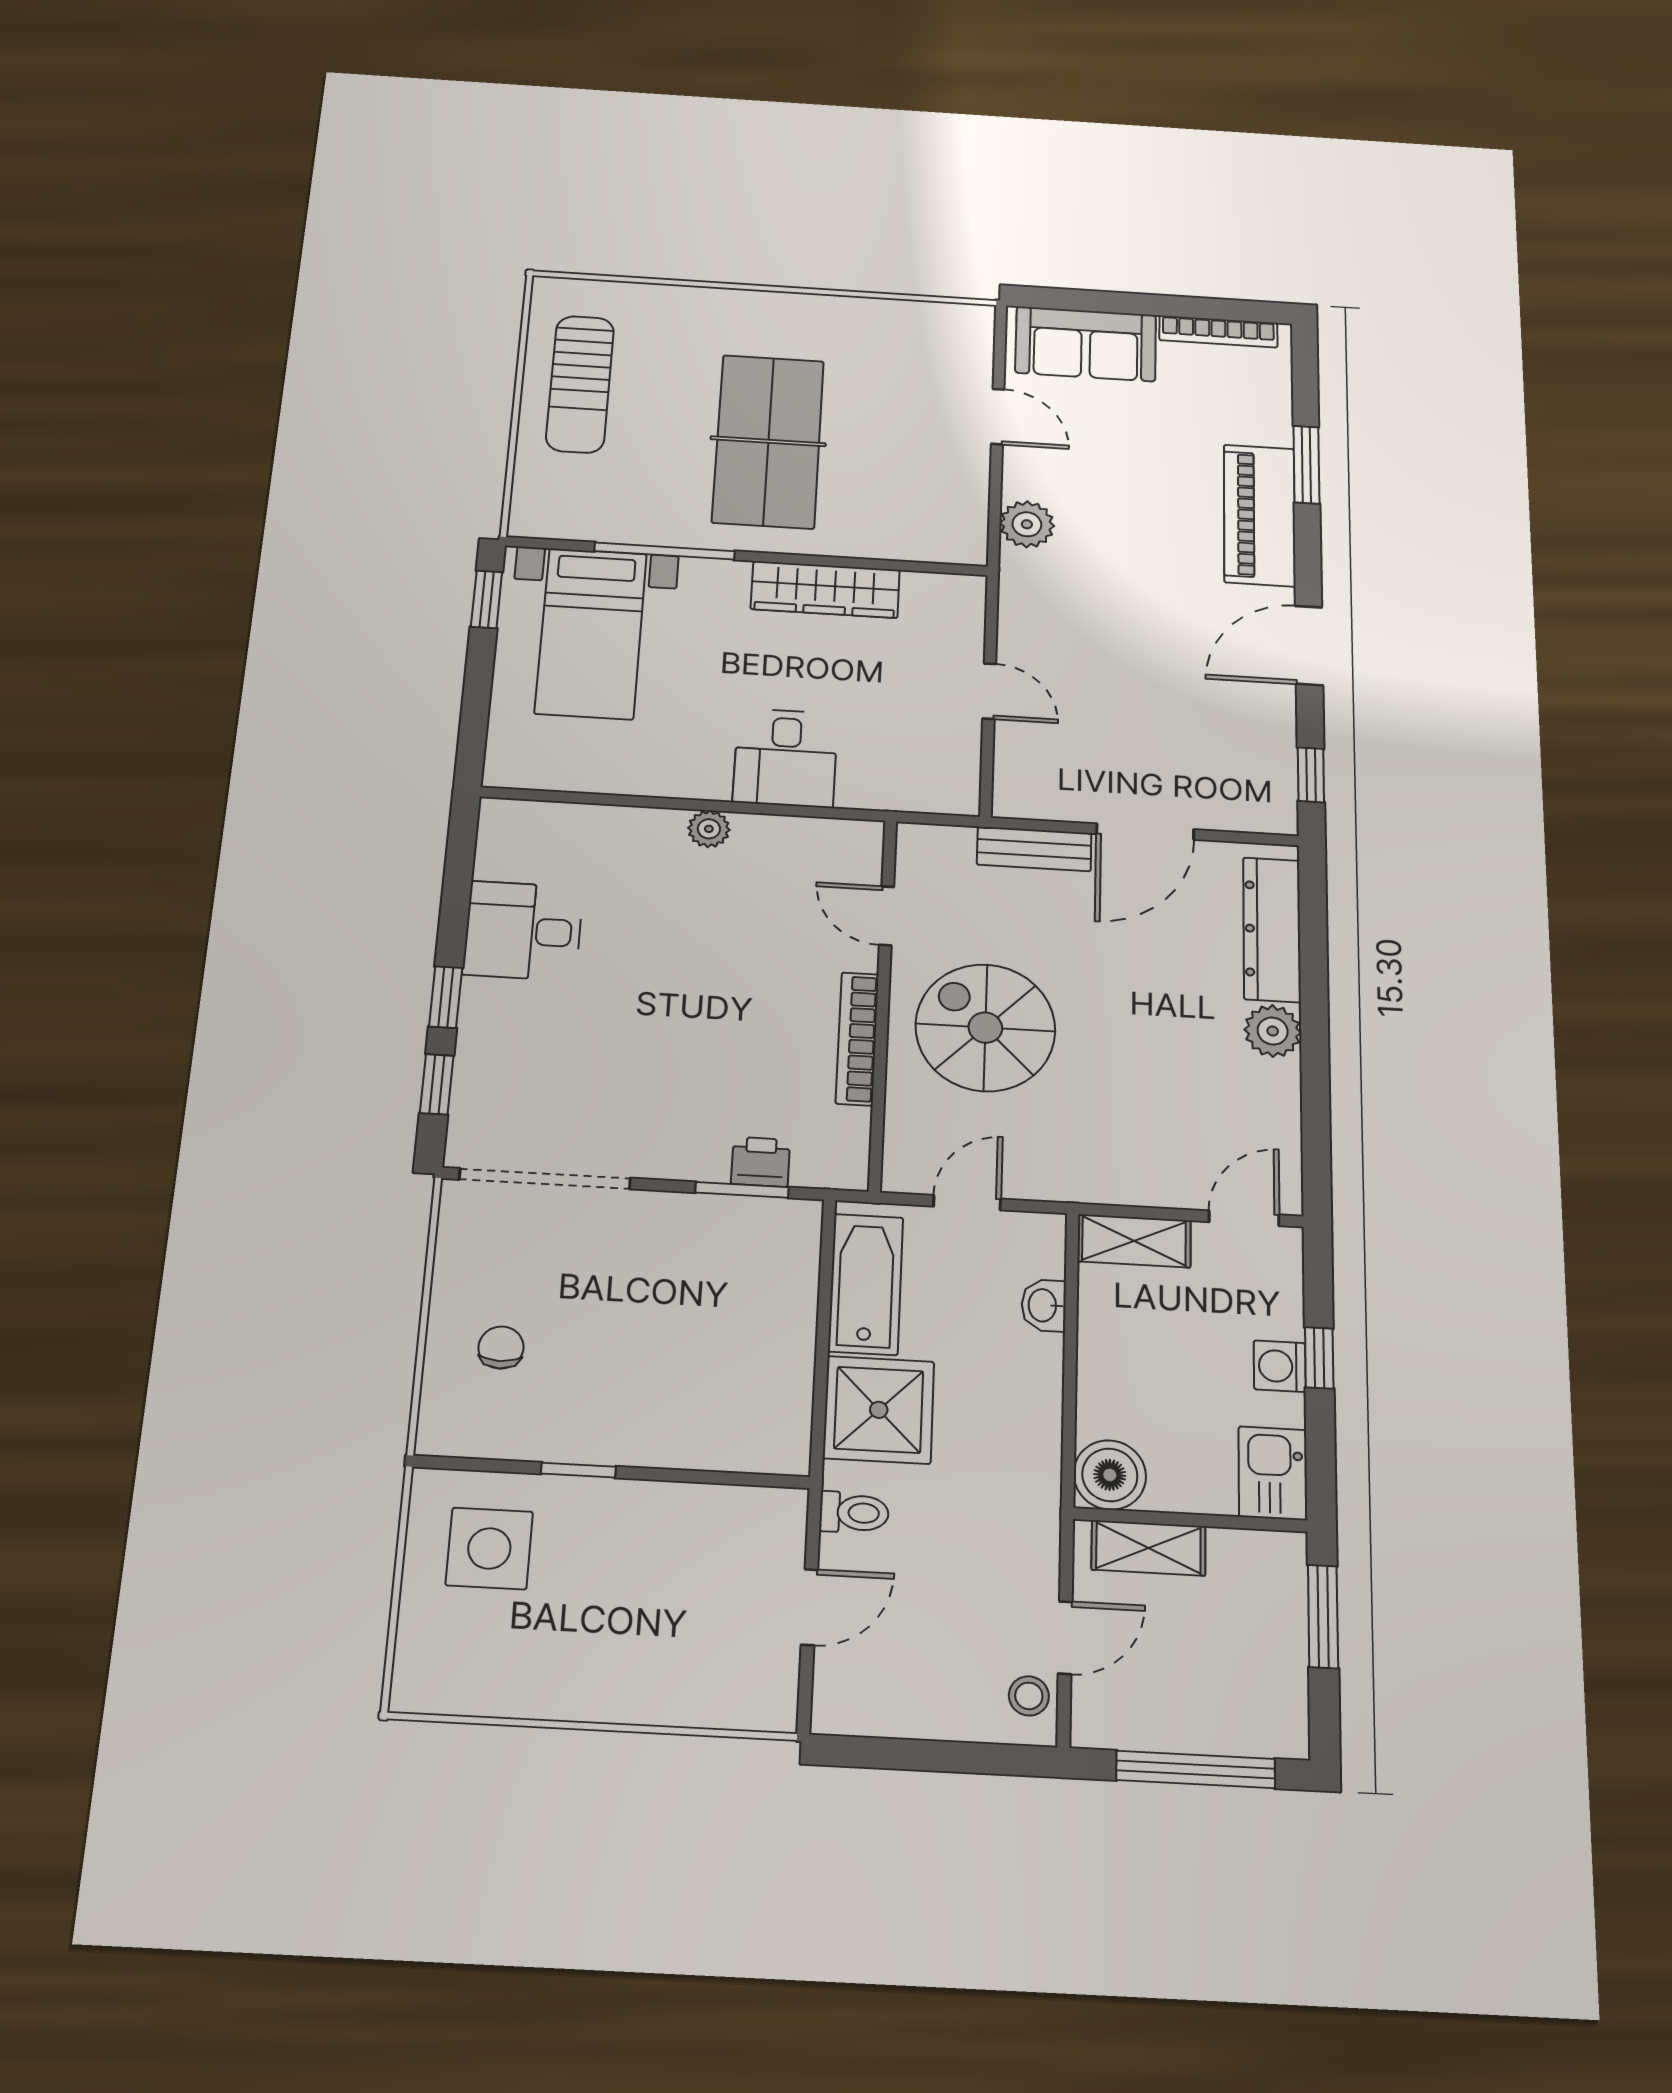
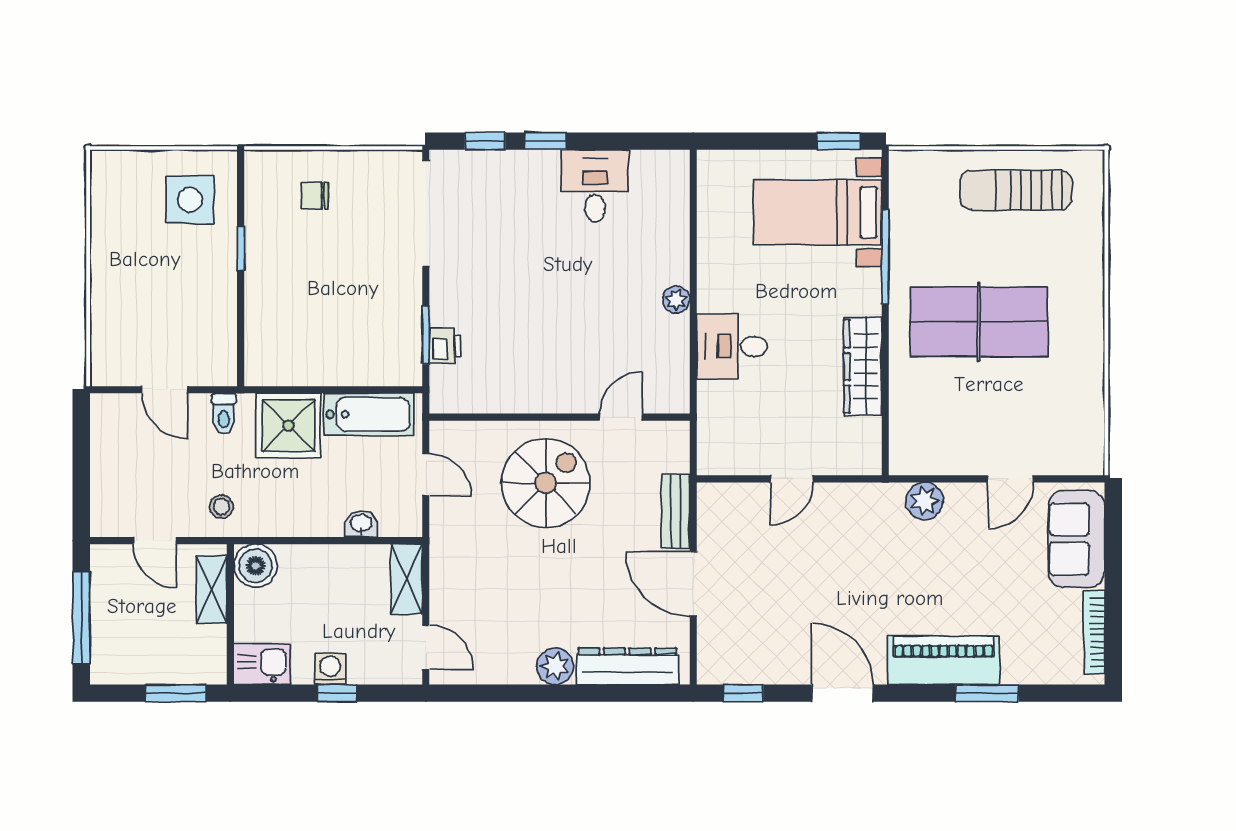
bookcase: (857, 1039) -> (533, 402), removed
chair: (501, 1348) -> (315, 196), turned 180
stool: (1029, 1696) -> (221, 507), moved

